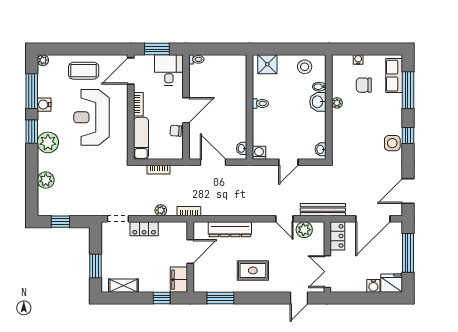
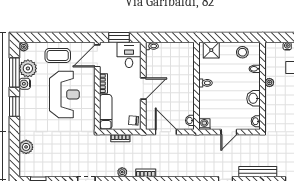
washbasin: (318, 102) -> (254, 98), moved
reception desk: (92, 117) -> (64, 94), turned 180
chair: (176, 131) -> (134, 120), moved
plant: (48, 142) -> (28, 68), moved

